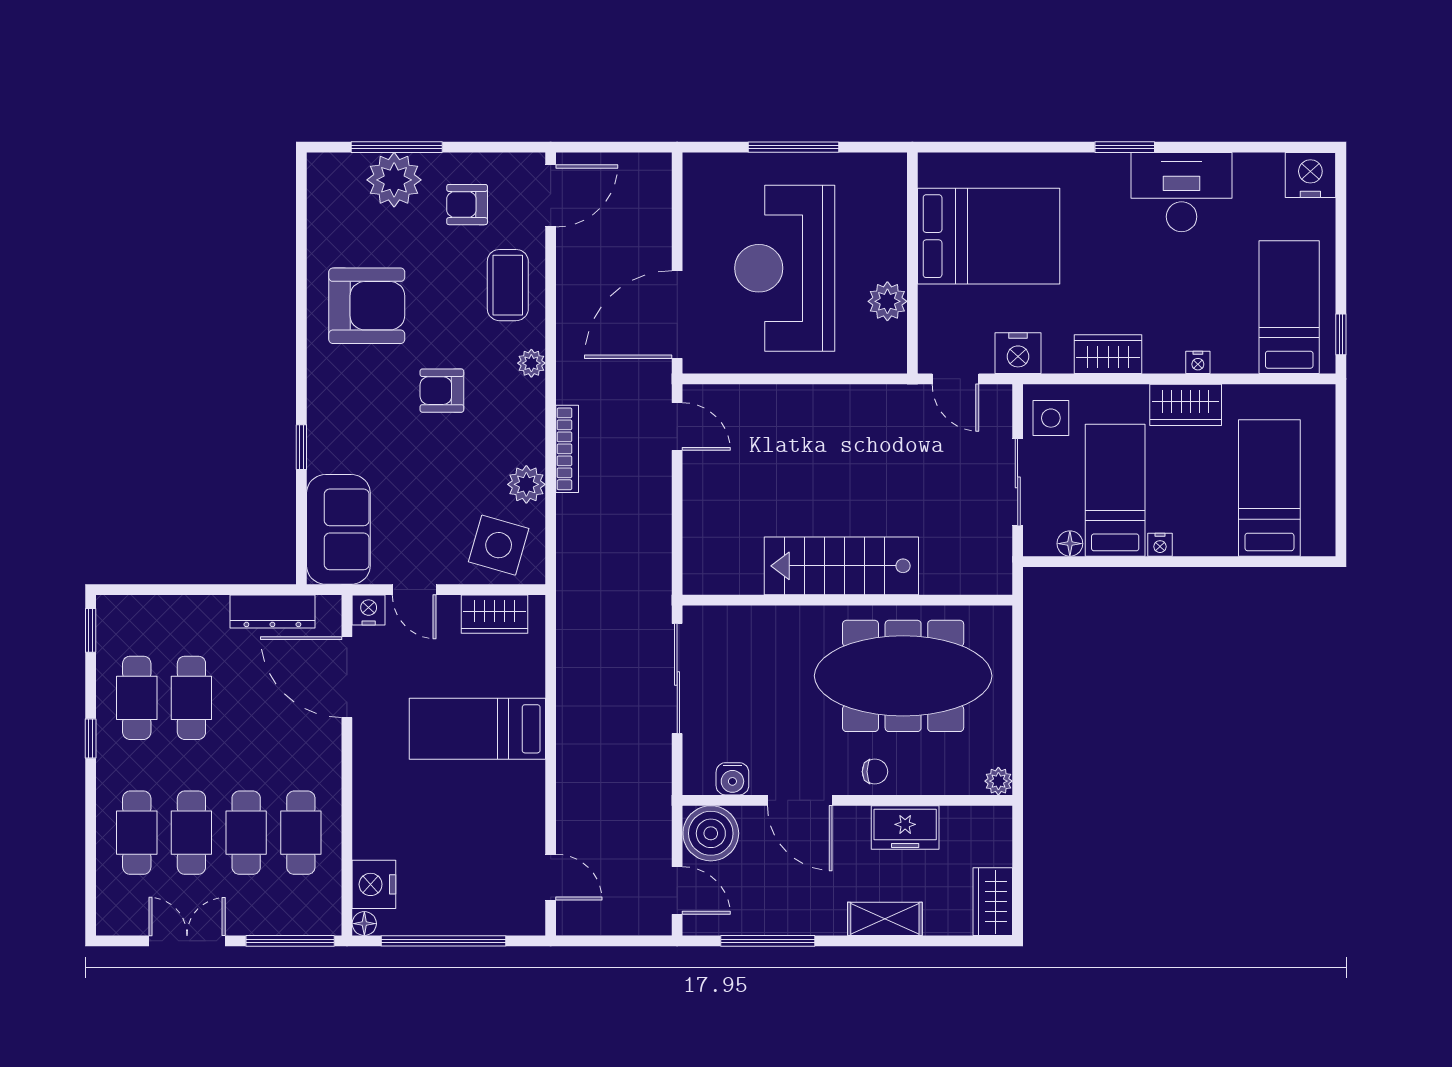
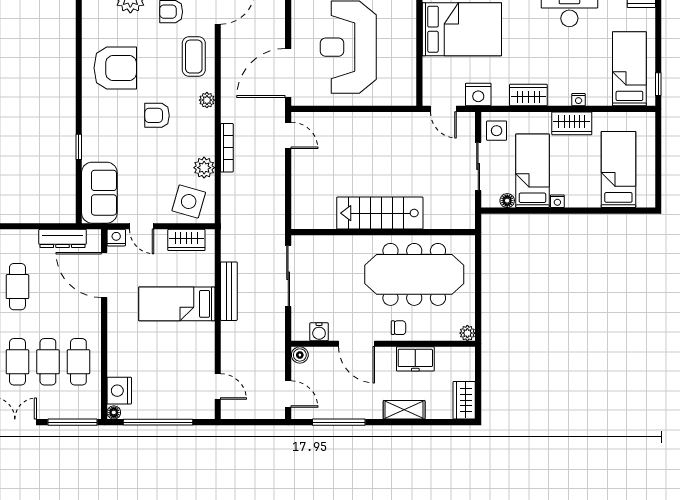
plant: (887, 301) -> (405, 66), removed
bench: (571, 706) -> (229, 291), added
boiler: (711, 833) -> (300, 355), width x0.54, depth x0.54

